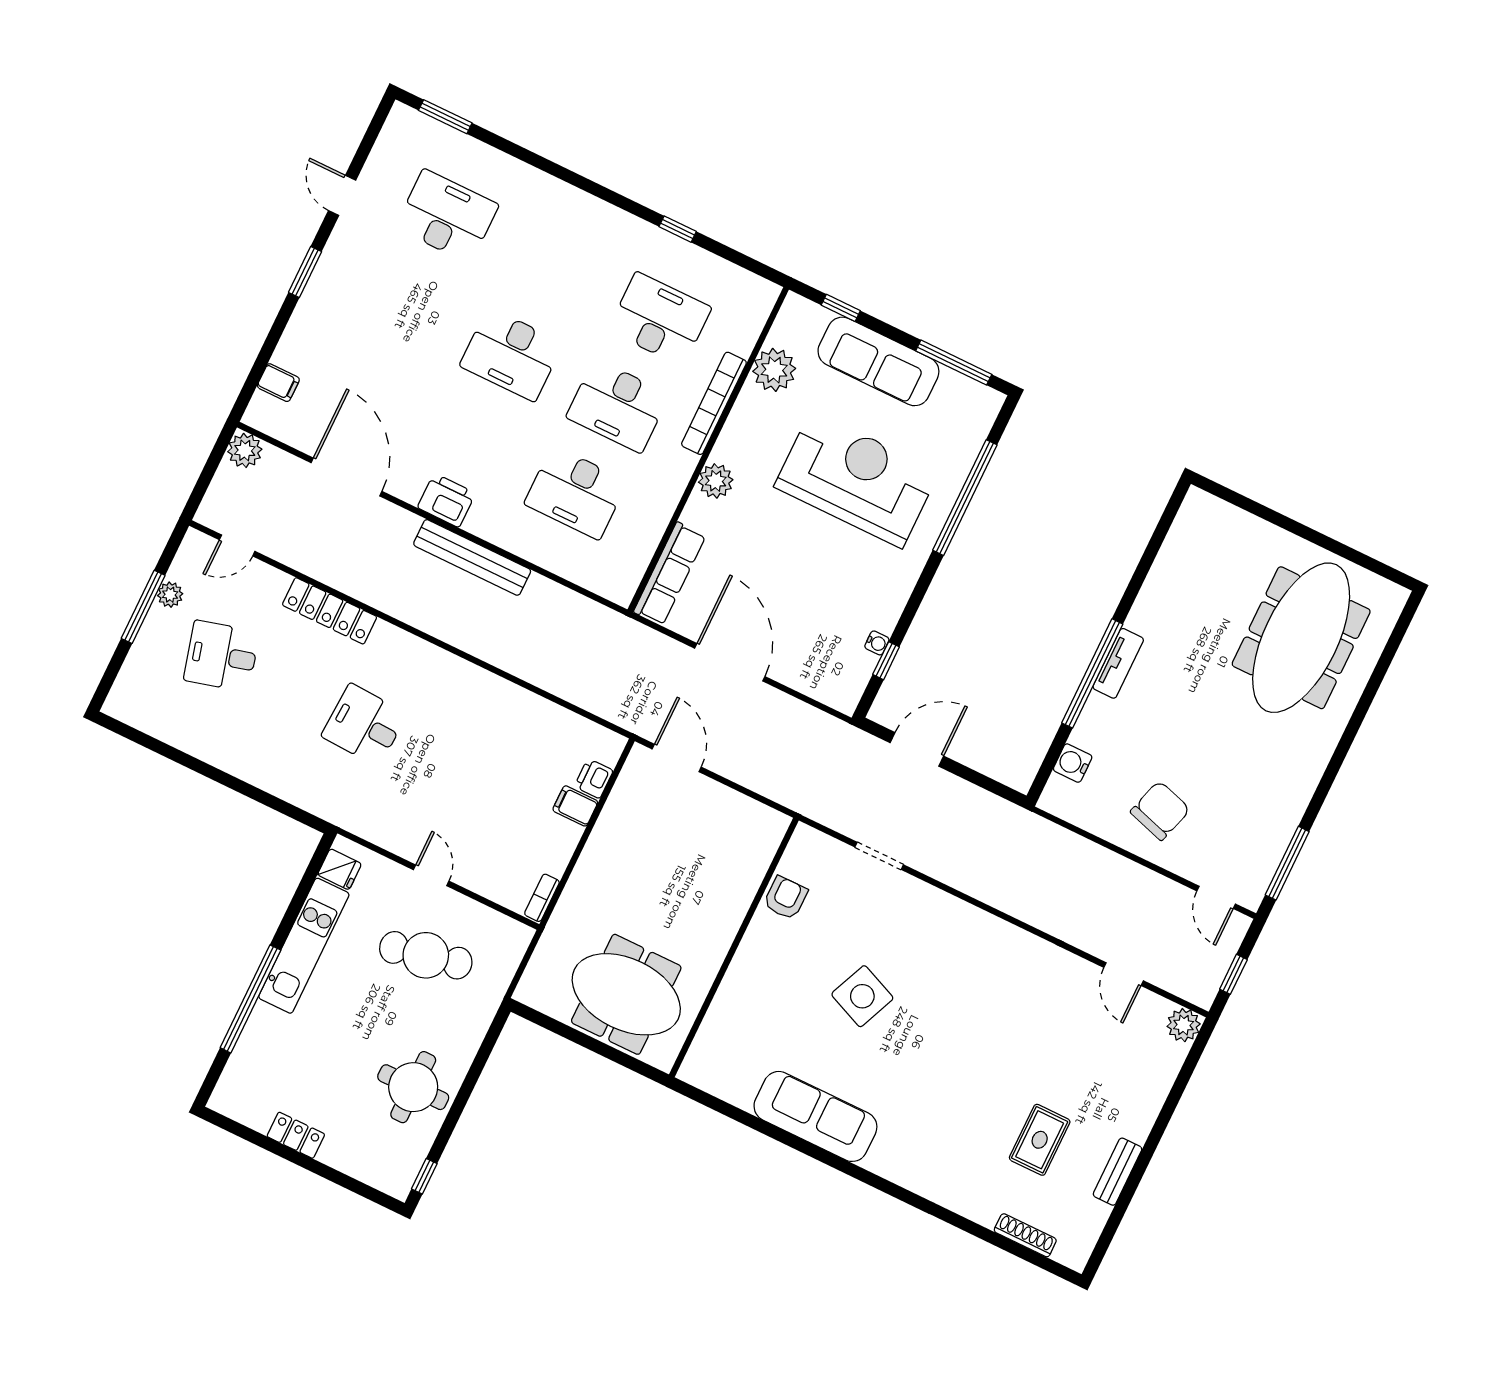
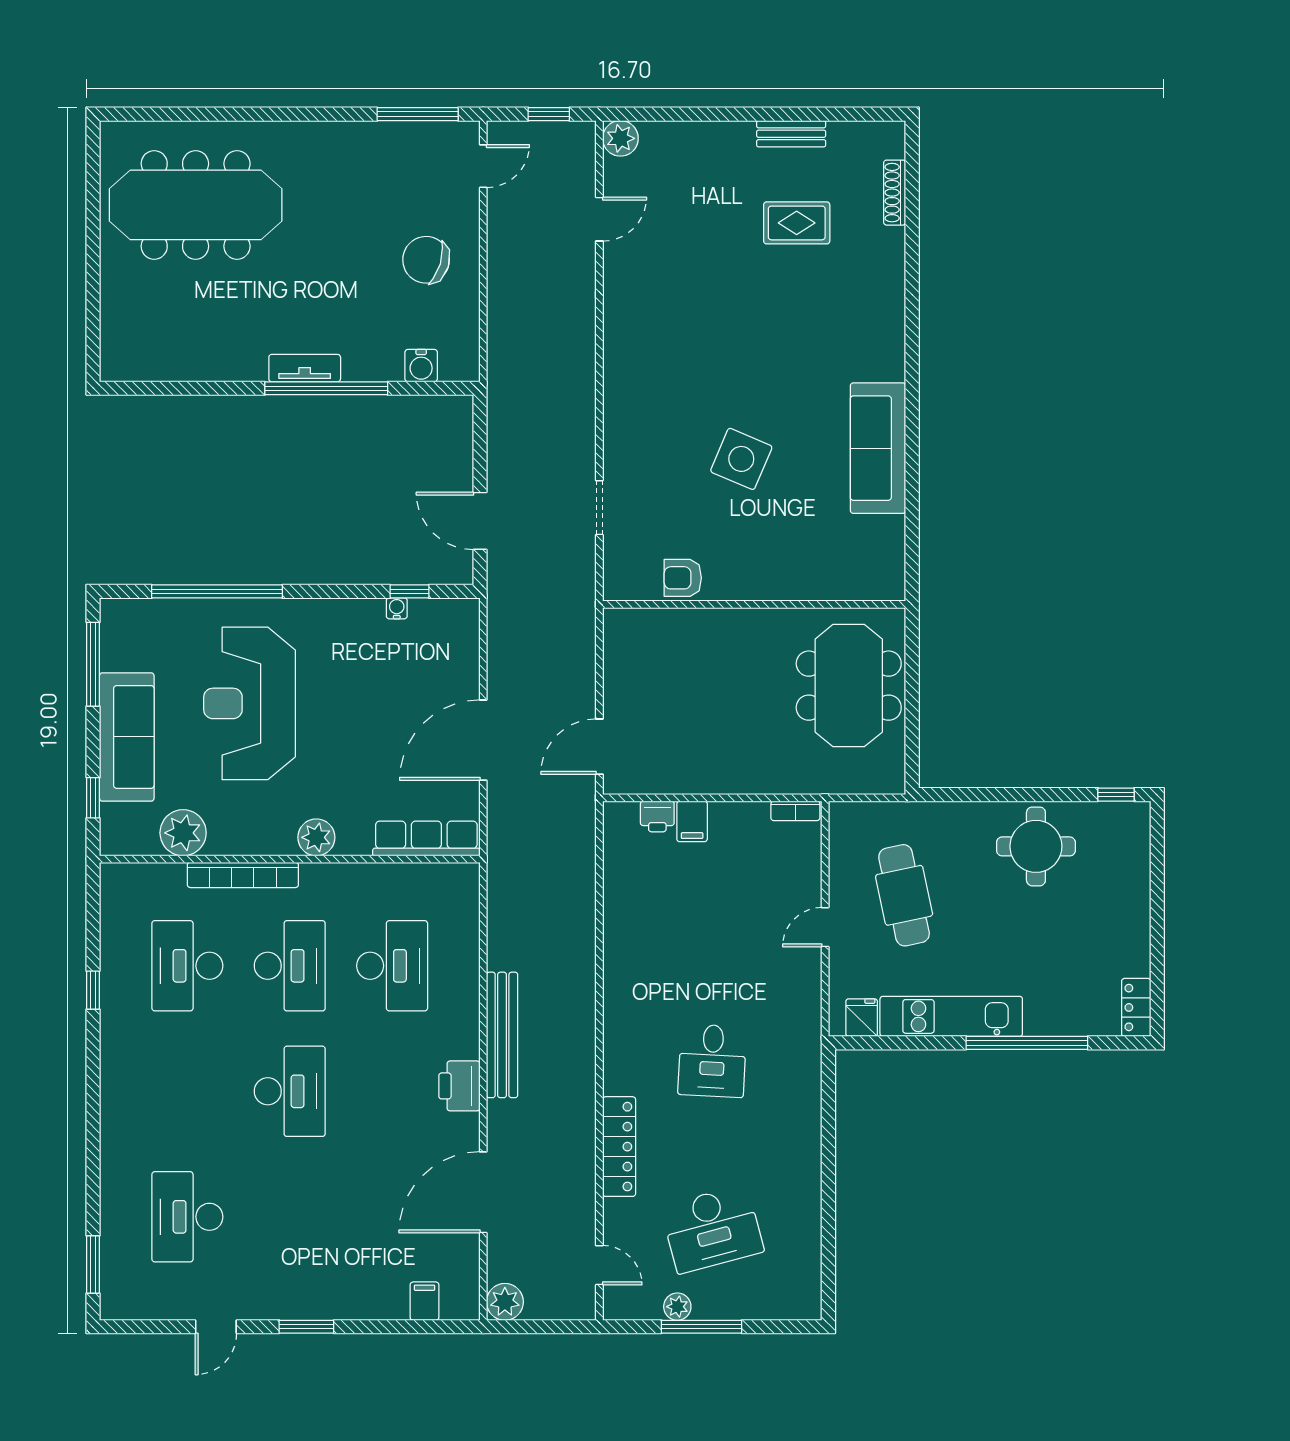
desk: (222, 656) -> (712, 1229), width x1.37
locker: (296, 1135) -> (1136, 1007), moved

